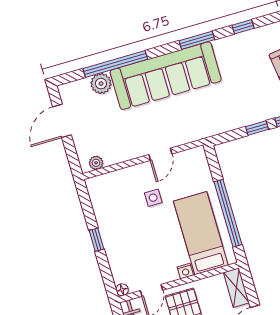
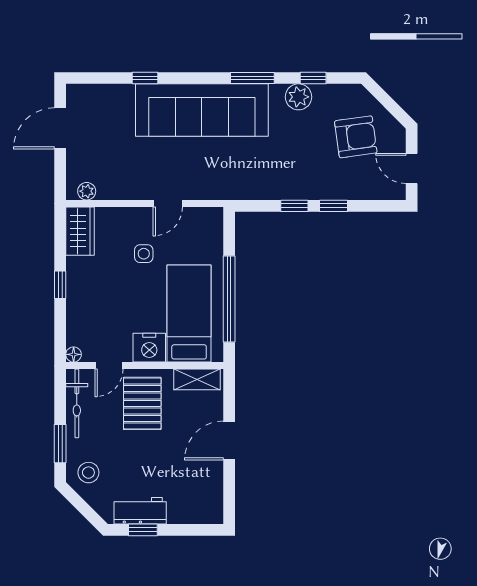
window: (115, 64) -> (145, 78), width x0.32
plant: (101, 84) -> (299, 97), moved
wardrobe: (100, 195) -> (80, 231), added
nightstand: (185, 271) -> (149, 348), width x1.89, depth x1.79
shelving: (236, 288) -> (197, 379), moved, turned 90

